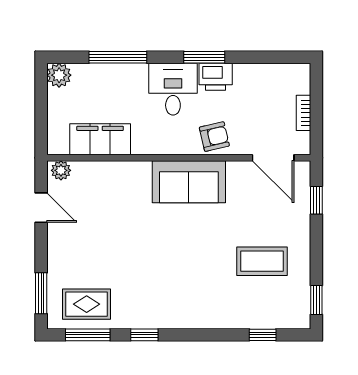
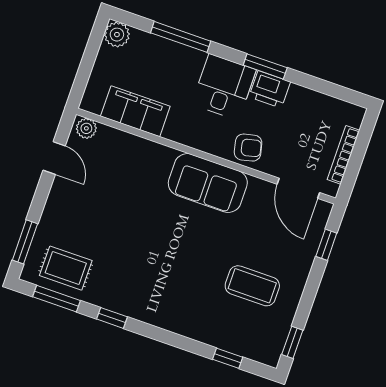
bookcase: (304, 113) -> (343, 155), width x1.56

